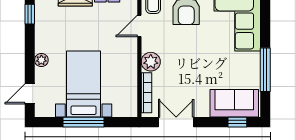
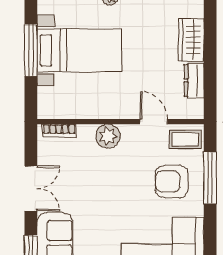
bookcase: (146, 93) -> (59, 131), width x0.64
double door: (176, 122) -> (31, 188), moved

